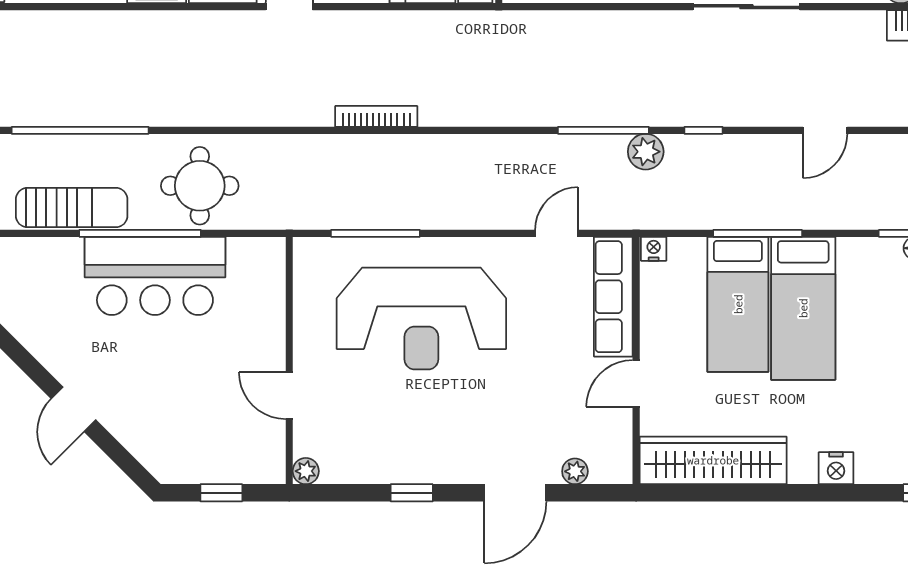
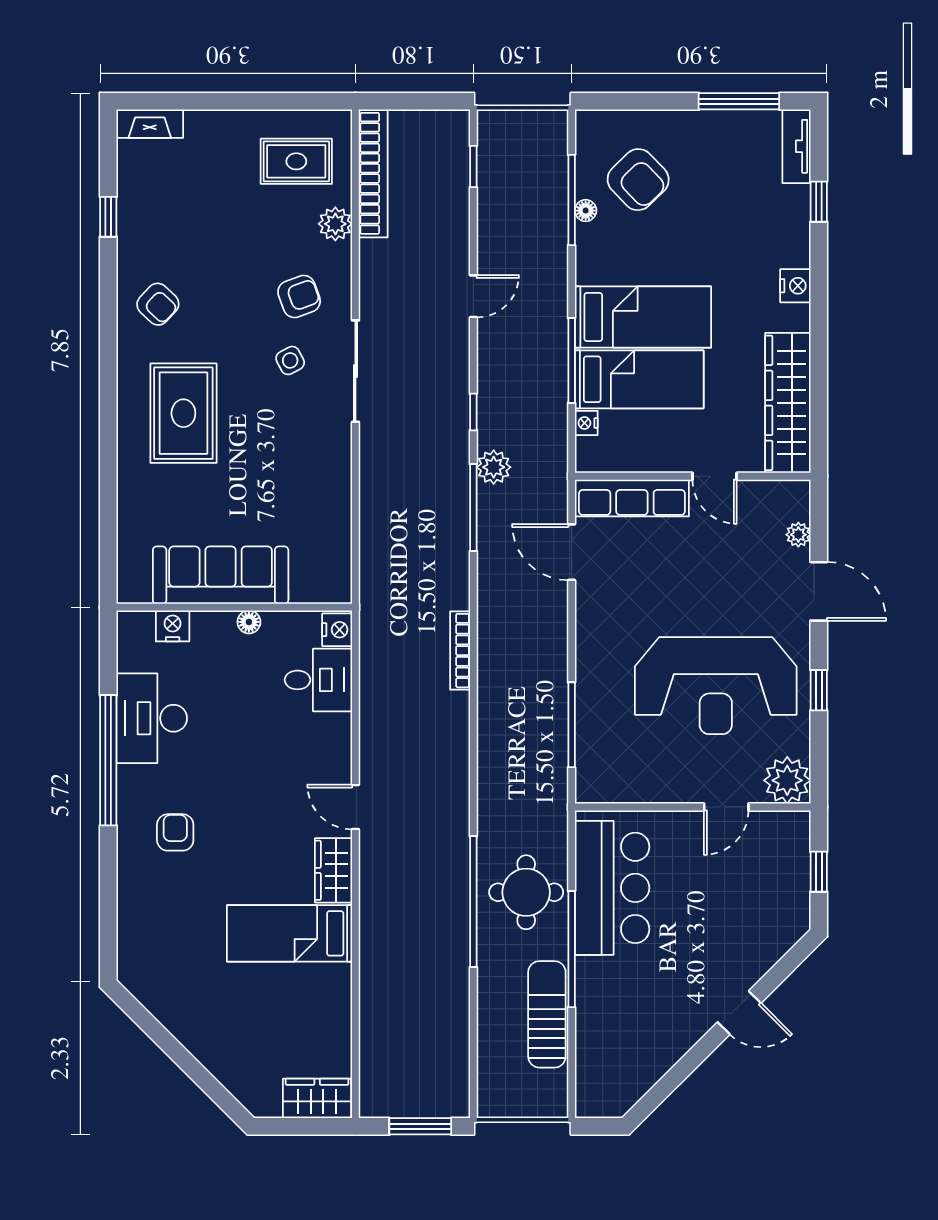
bookcase: (376, 116) -> (460, 651), moved
window: (80, 130) -> (473, 902), moved
door: (825, 130) -> (473, 296), hinge flipped
door: (557, 233) -> (572, 552), width x1.38
nightstand: (654, 249) -> (586, 423), moved
bar counter: (155, 276) -> (612, 888), moved
reception desk: (421, 318) -> (716, 686), moved, turned 90
plant: (306, 471) -> (787, 780), width x1.87, depth x1.87

